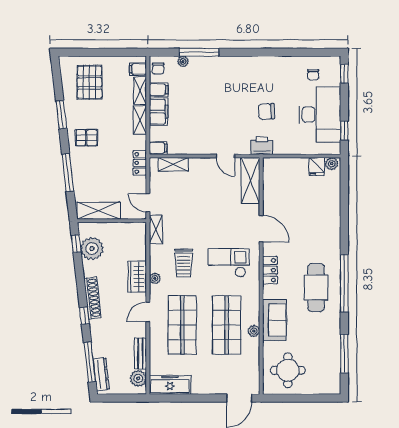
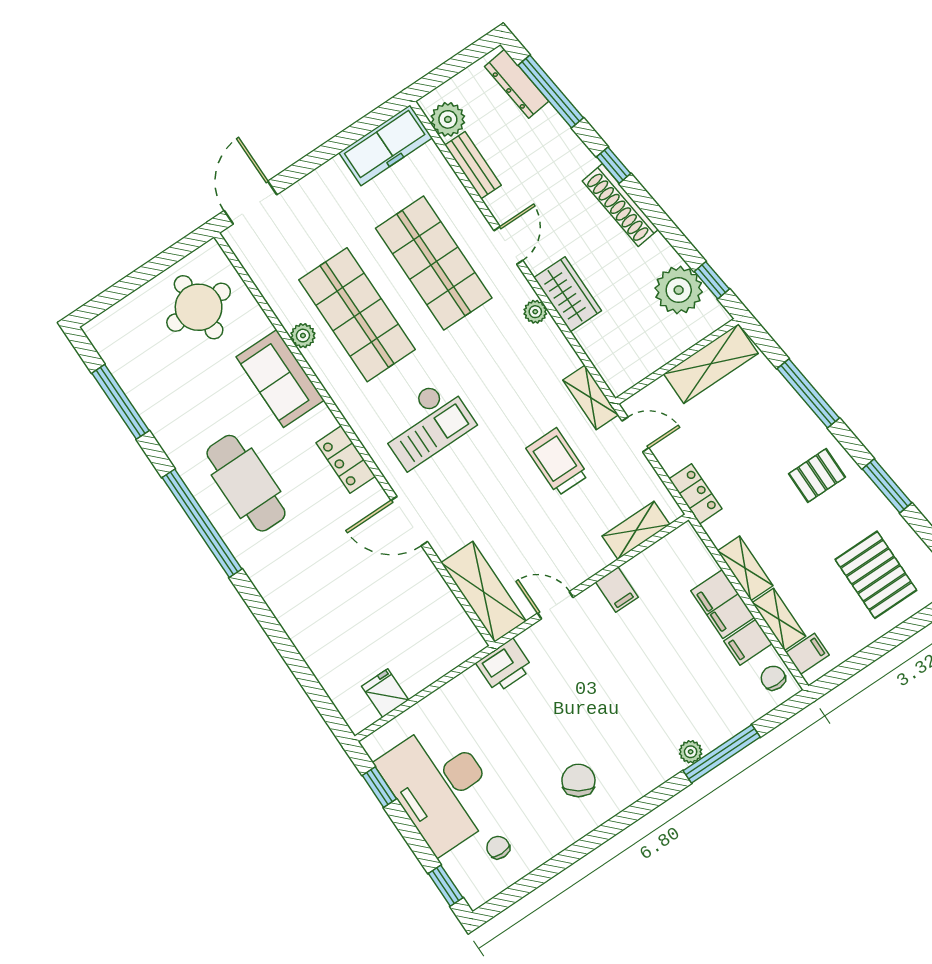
plant: (183, 61) -> (691, 752), moved
chair: (266, 112) -> (578, 780), moved, turned -54
filing cabinet: (158, 148) -> (617, 590), moved, turned -90
plant: (332, 164) -> (363, 716), removed
trolley: (184, 263) -> (557, 462), moved

